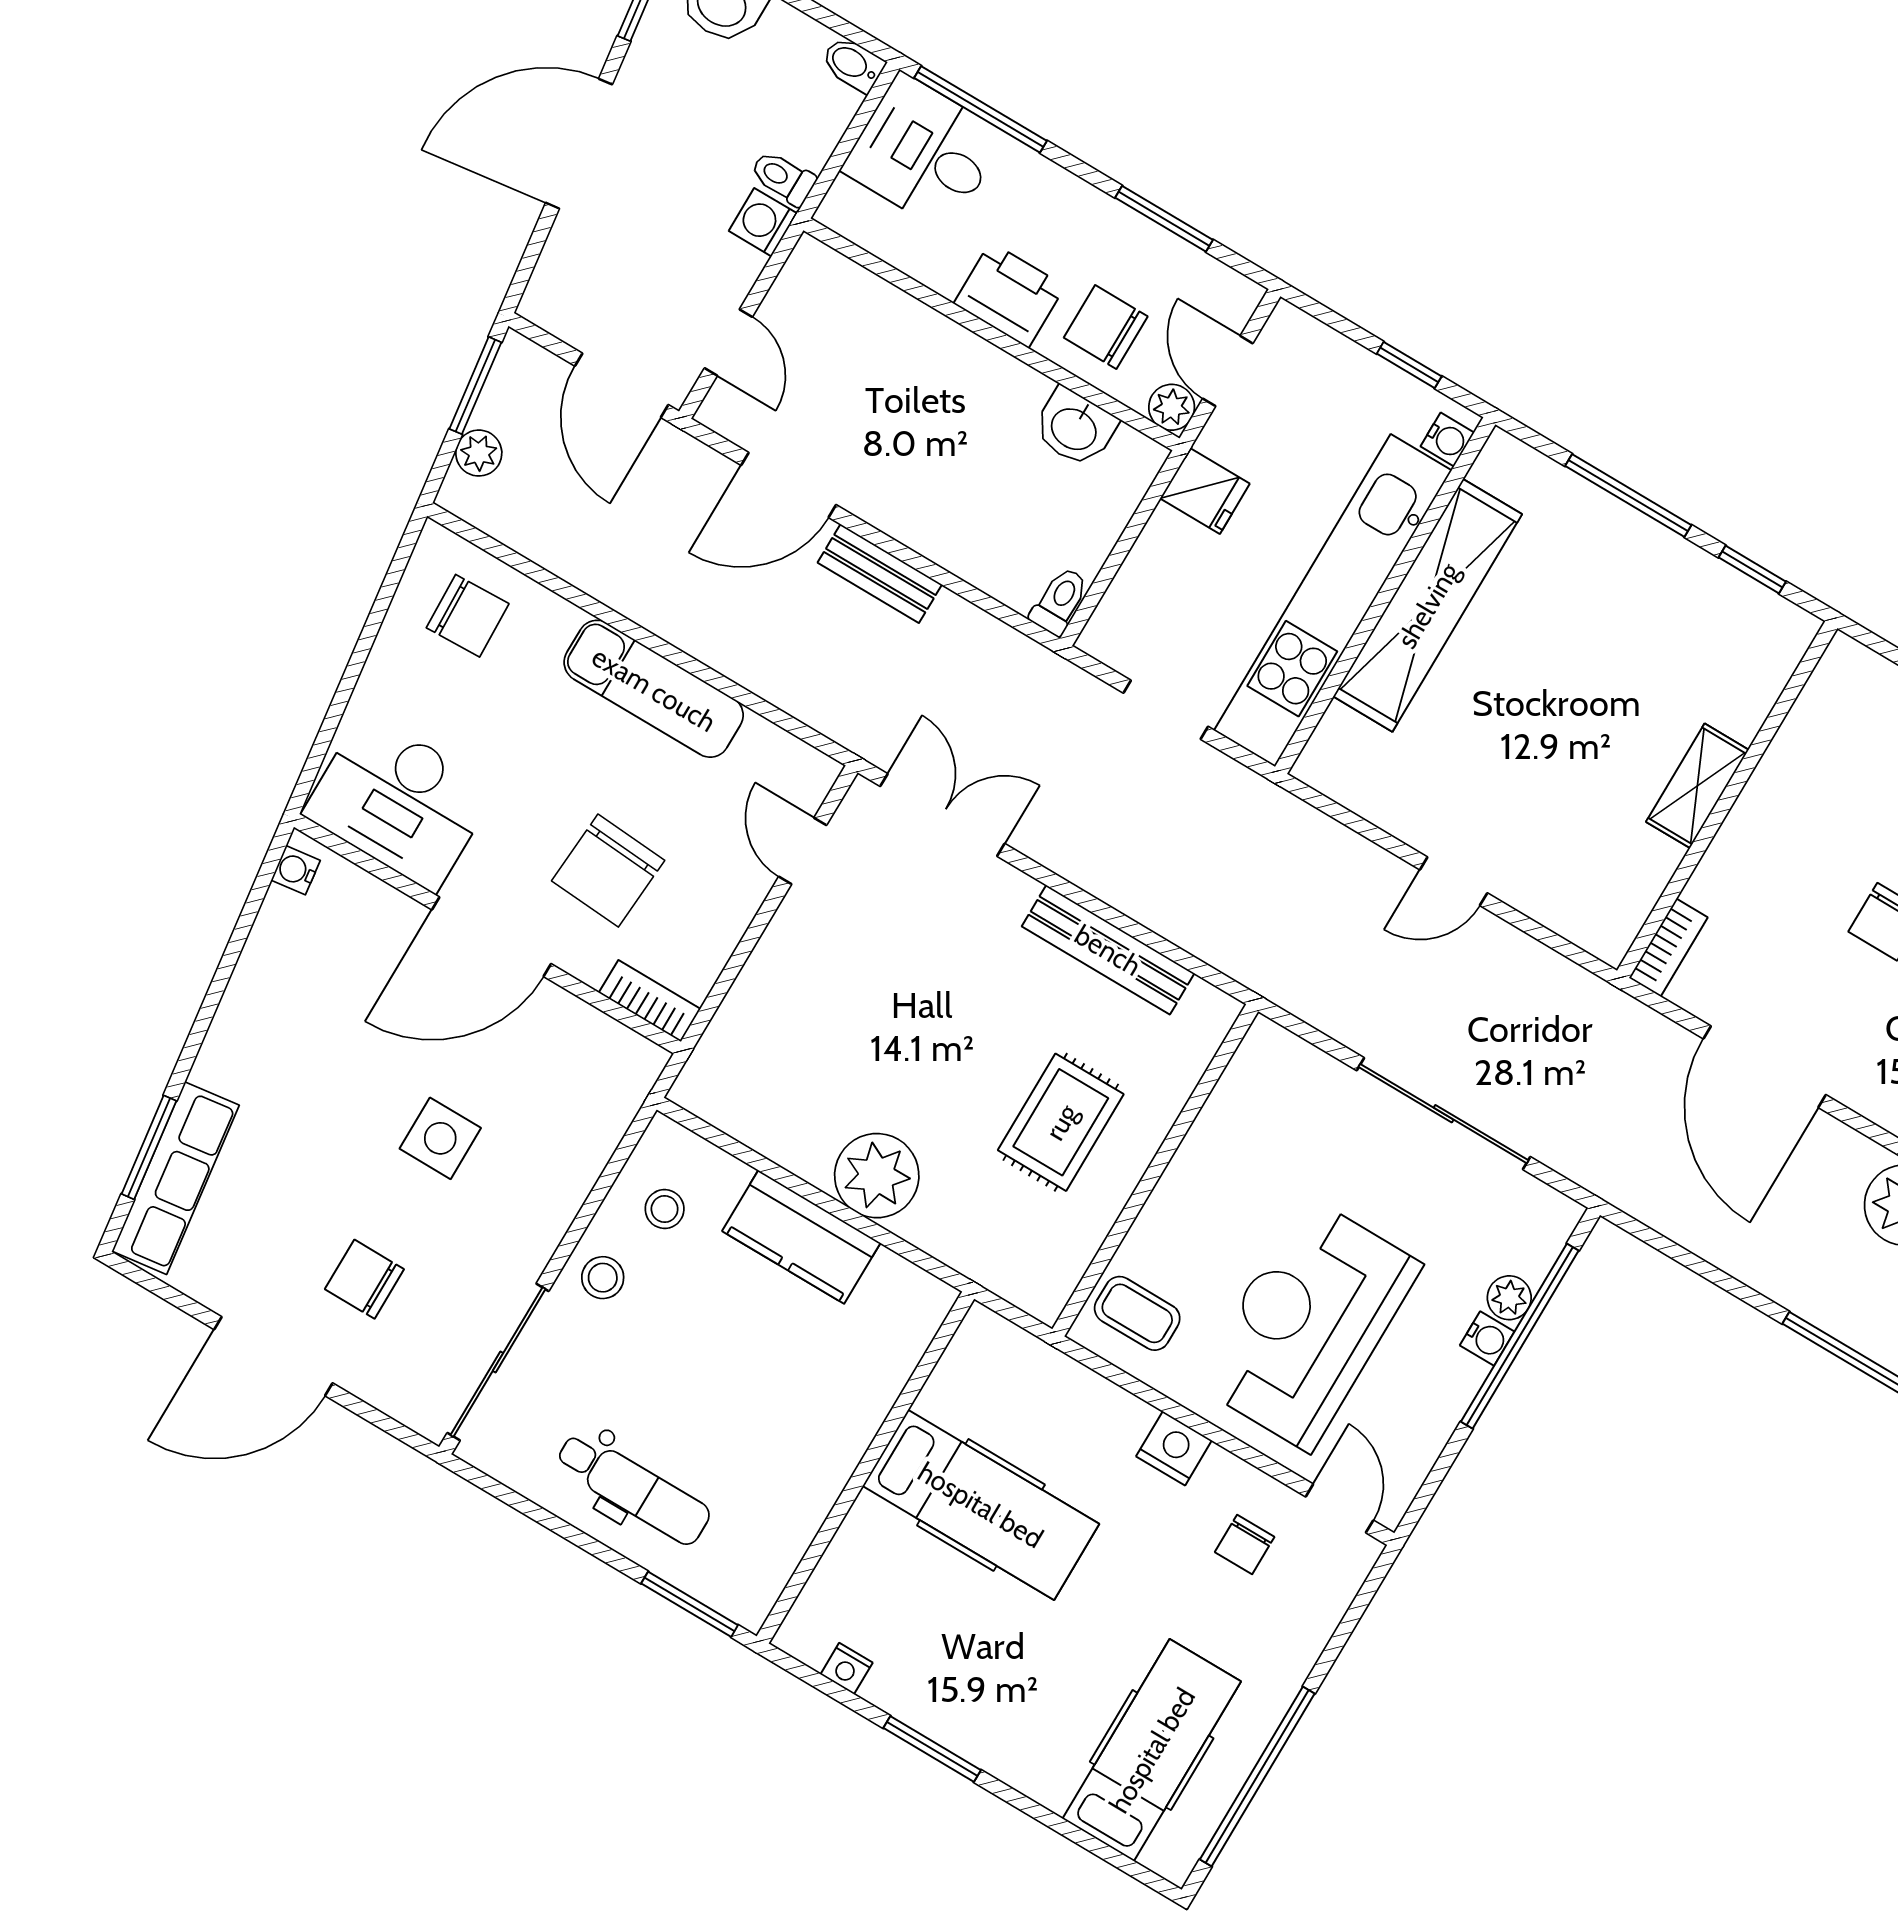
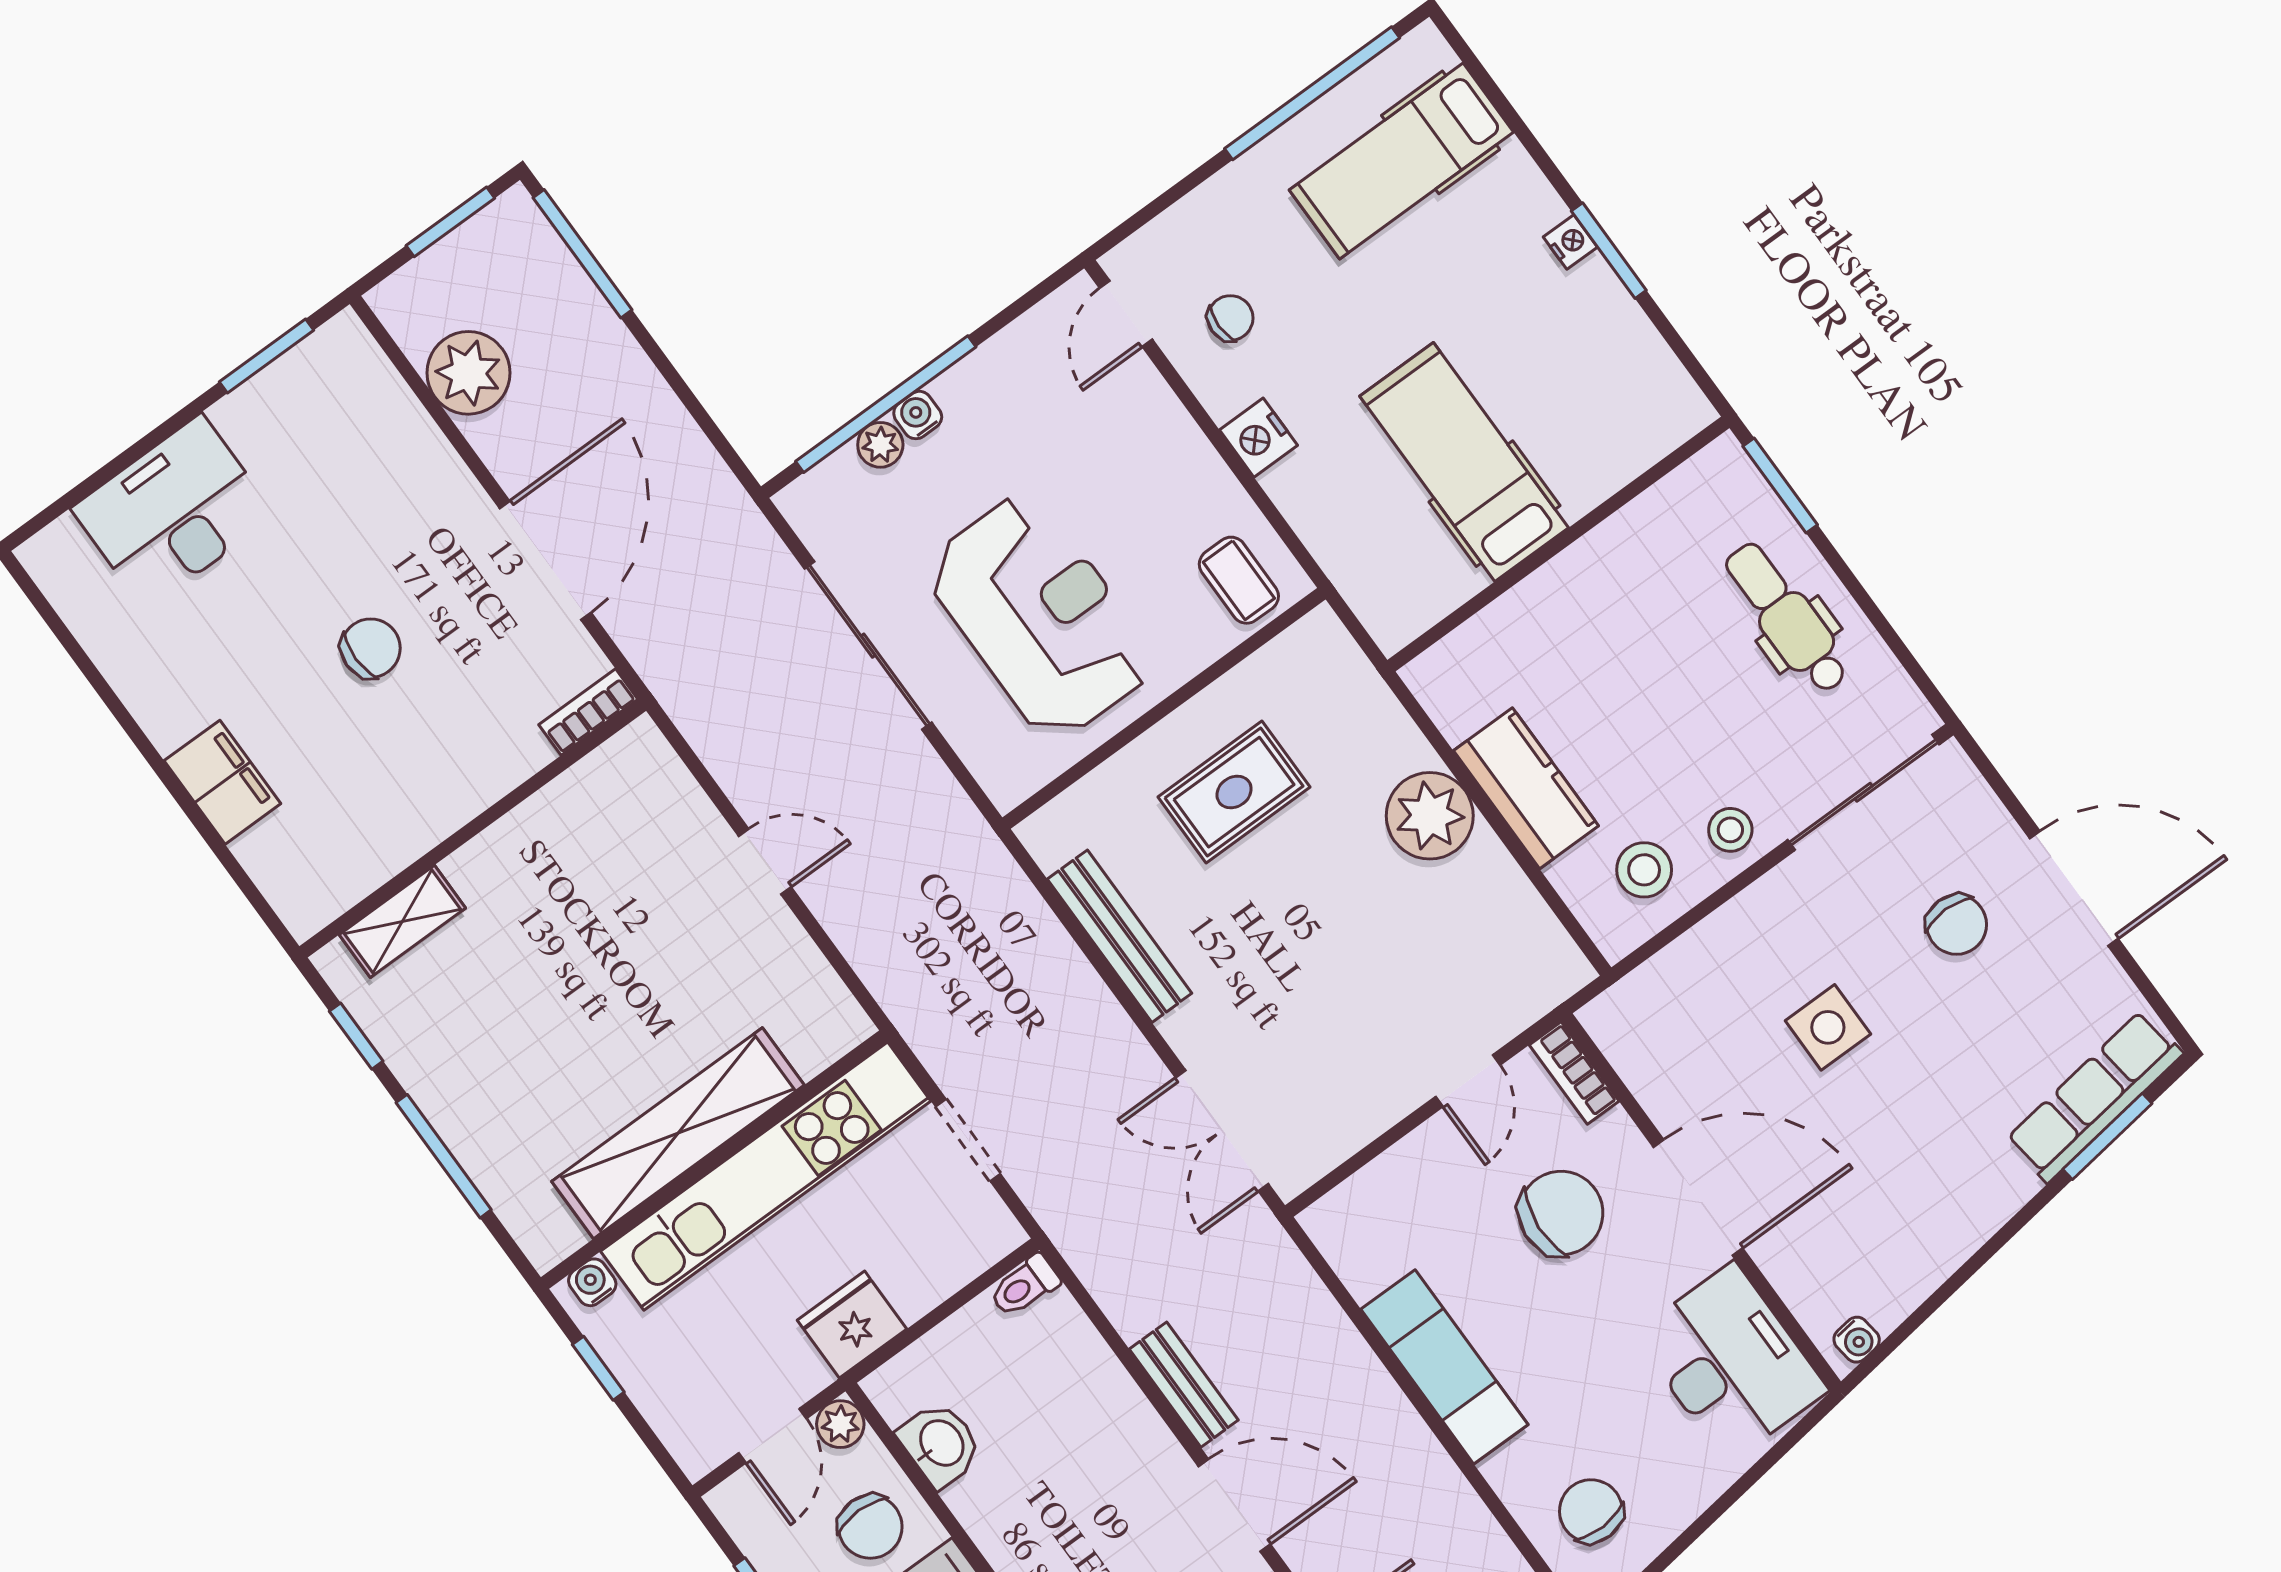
fridge: (1205, 491) -> (852, 1325), width x1.38
shelving: (1697, 786) -> (402, 921), moved
door: (803, 851) -> (1468, 1081), moved
stool: (665, 1209) -> (1644, 870), width x1.37, depth x1.37
reception desk: (1308, 1324) -> (1040, 616), moved, turned -90
nightstand: (847, 1668) -> (1570, 242), moved

